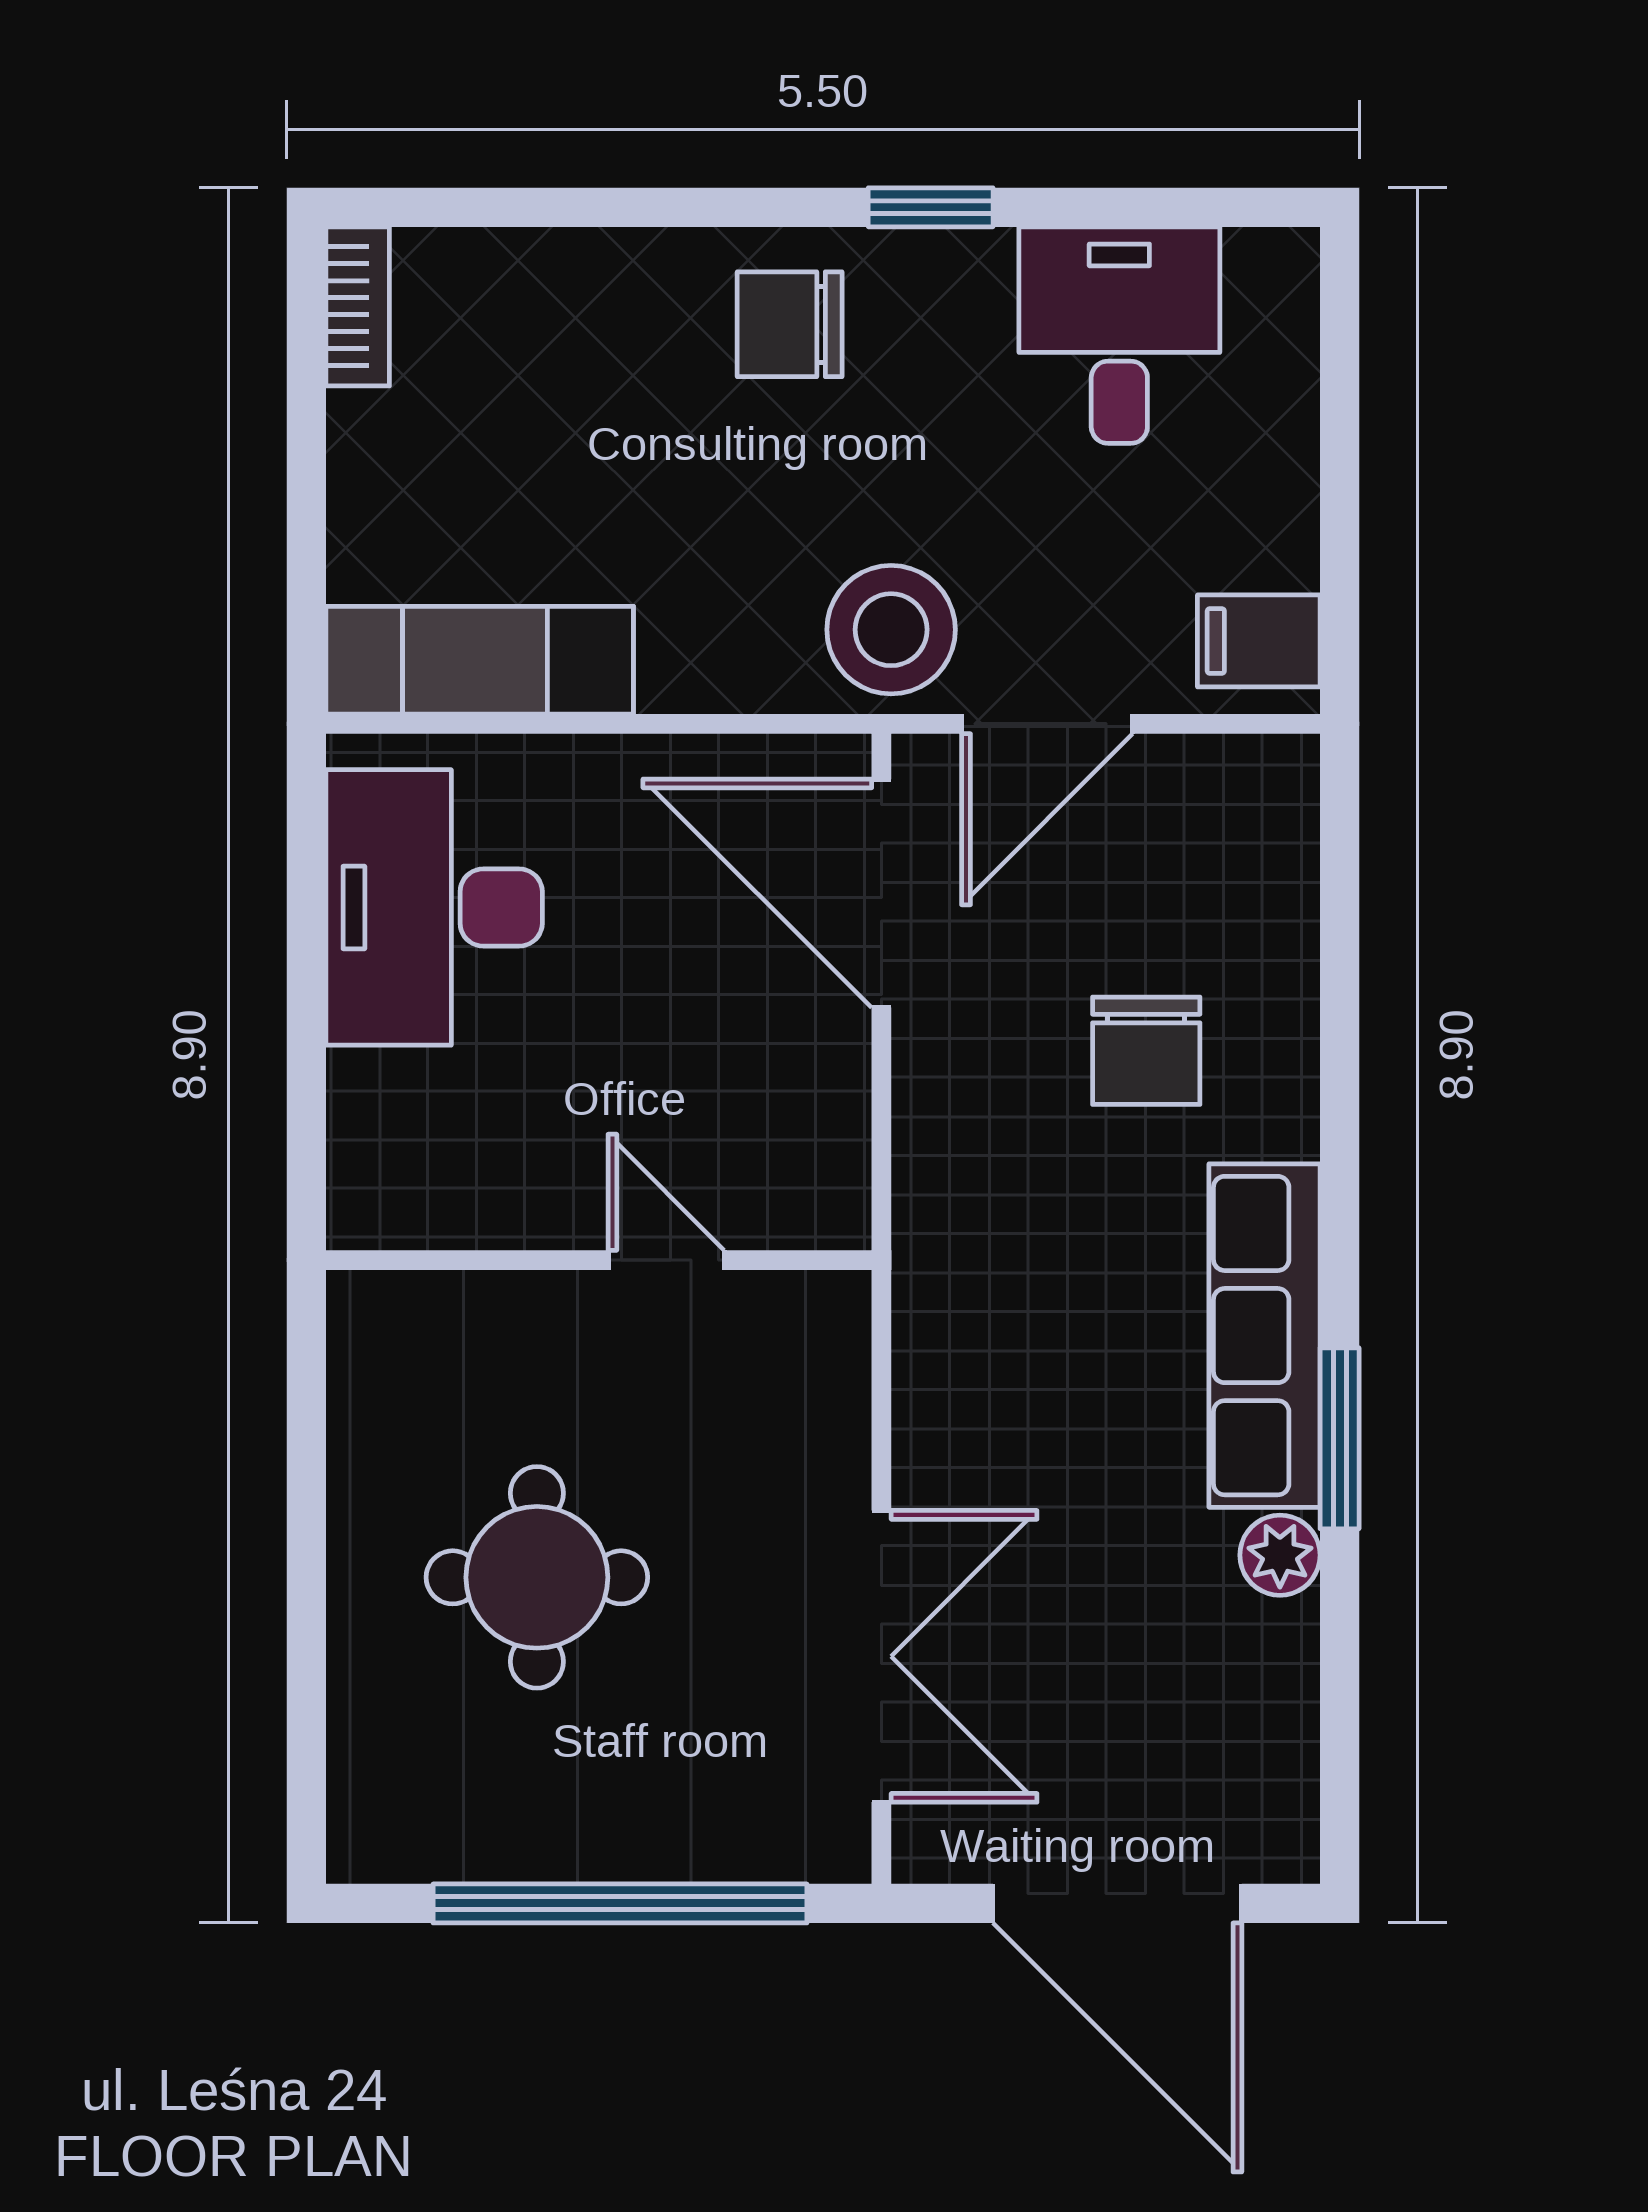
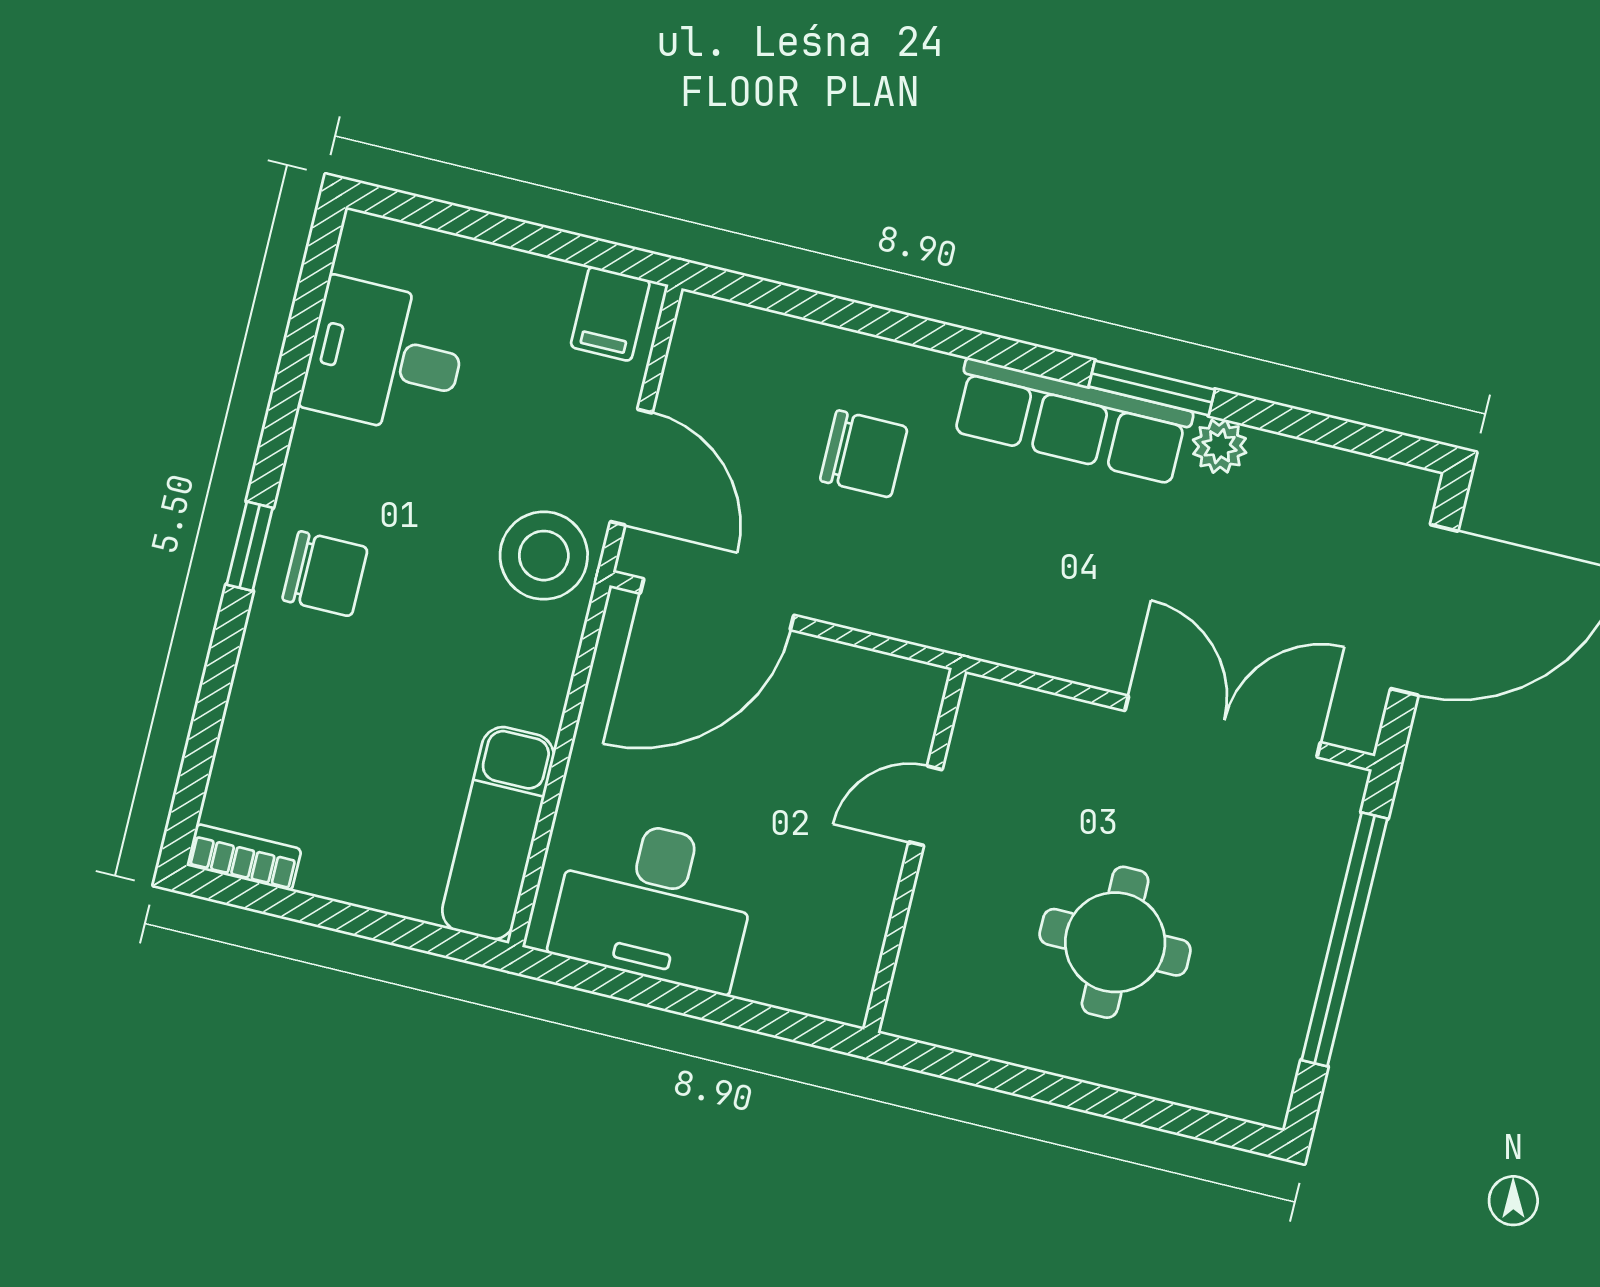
window: (931, 207) -> (250, 546), moved
chair: (790, 324) -> (325, 574), turned -90

